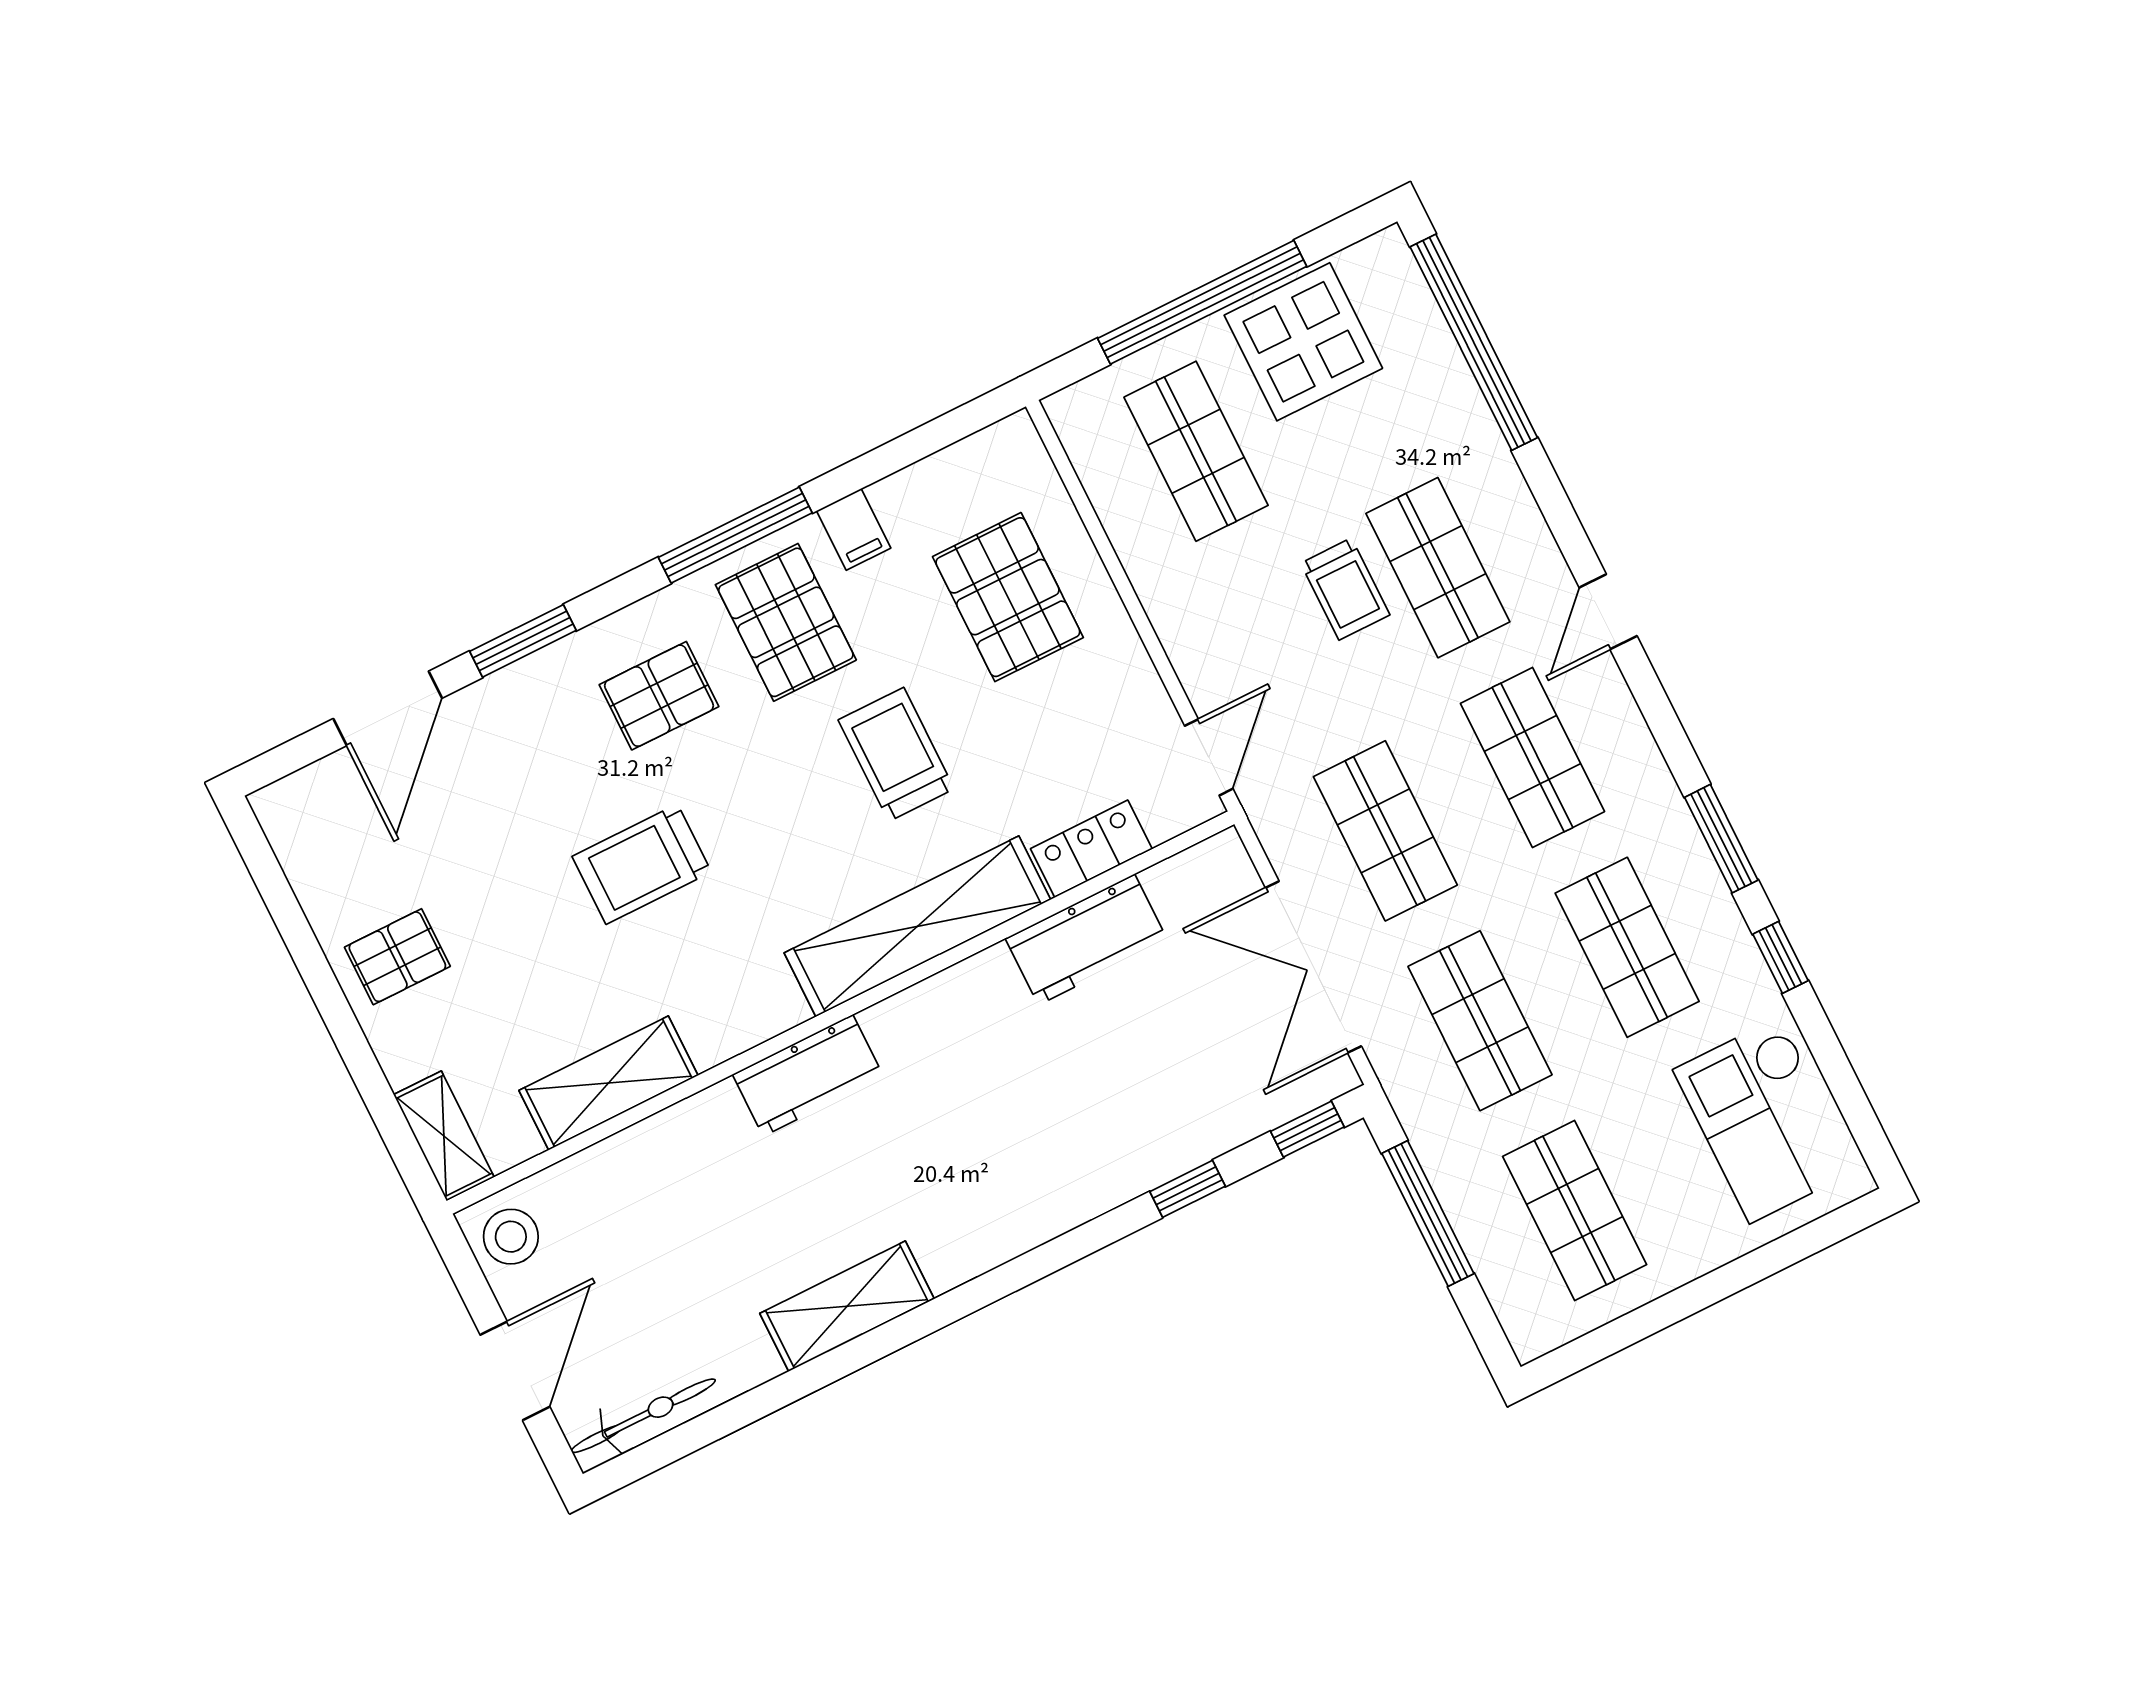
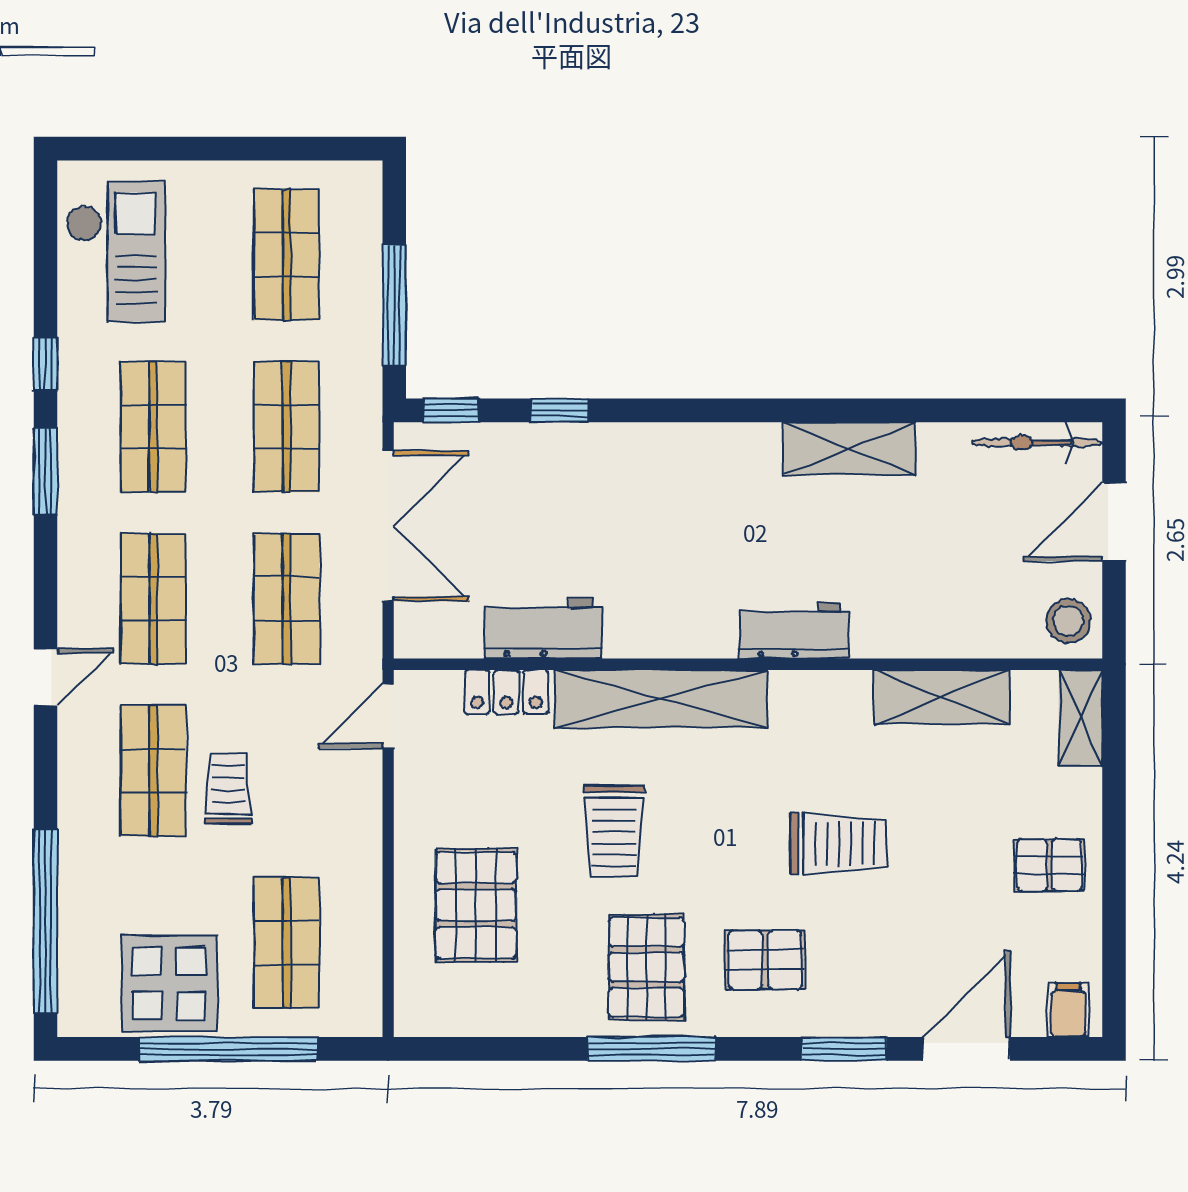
filing cabinet: (854, 529) -> (1068, 1010), moved

